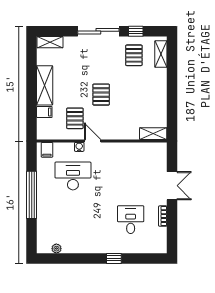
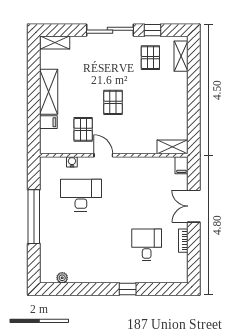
water cooler: (79, 147) -> (72, 162), moved
filing cabinet: (47, 150) -> (182, 165), moved
double door: (172, 186) -> (194, 206), swing flipped

